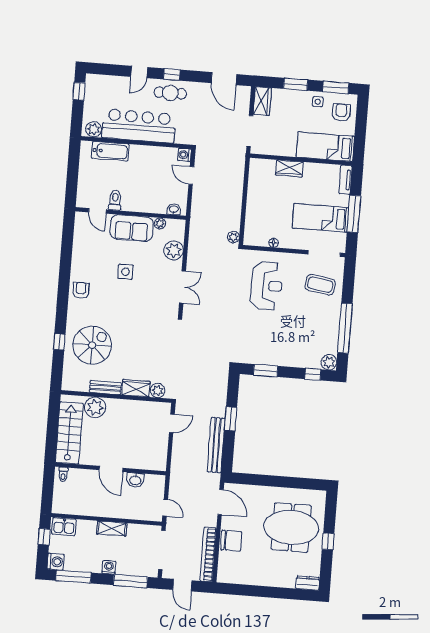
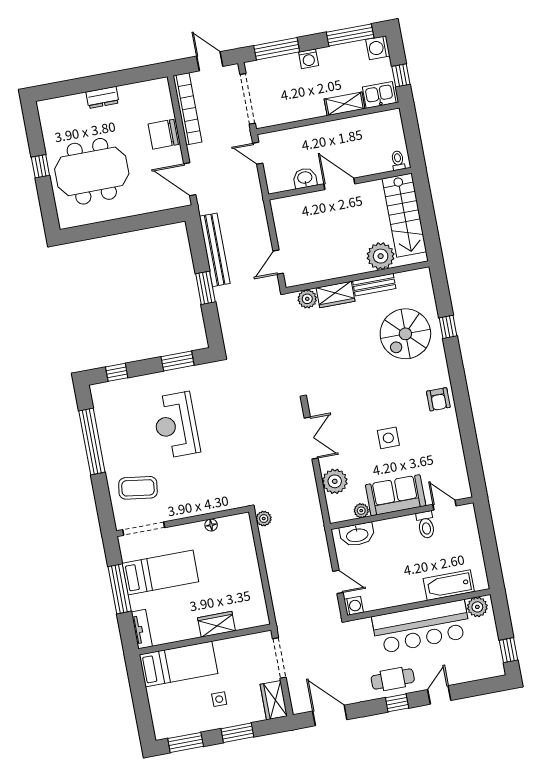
side table: (318, 102) -> (219, 699), moved
armchair: (341, 113) -> (170, 713), removed
washbasin: (174, 209) -> (357, 535), width x1.91, depth x1.45
reception desk: (266, 286) -> (176, 425), moved
double door: (183, 287) -> (311, 438), swing flipped
plant: (329, 362) -> (100, 393), removed
shelving: (112, 529) -> (345, 104), moved
dresser: (308, 583) -> (102, 97), moved

